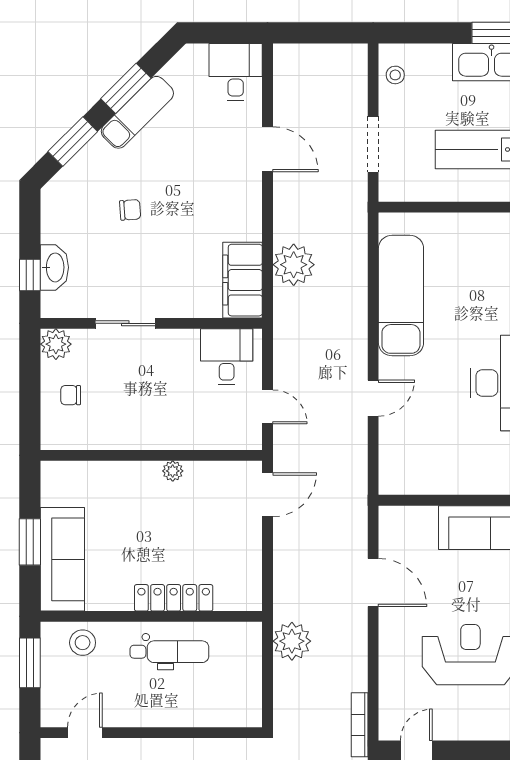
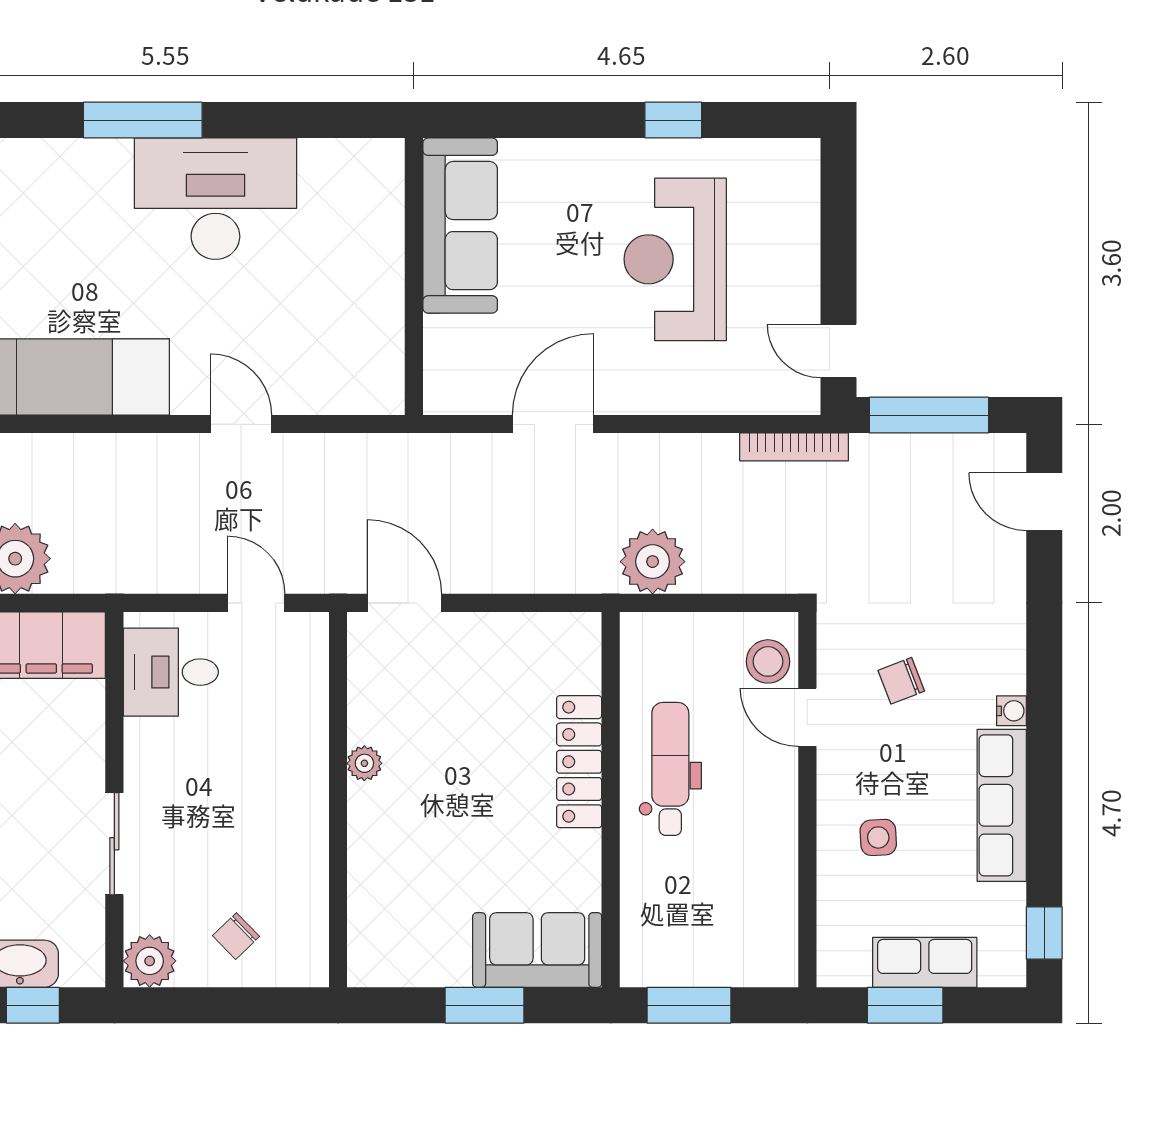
chair: (71, 395) -> (236, 936), turned 46
door: (267, 407) -> (256, 603), hinge flipped
sofa: (62, 559) -> (537, 950), width x0.73
stool: (83, 643) -> (768, 661), moved
door: (85, 733) -> (807, 717), moved

